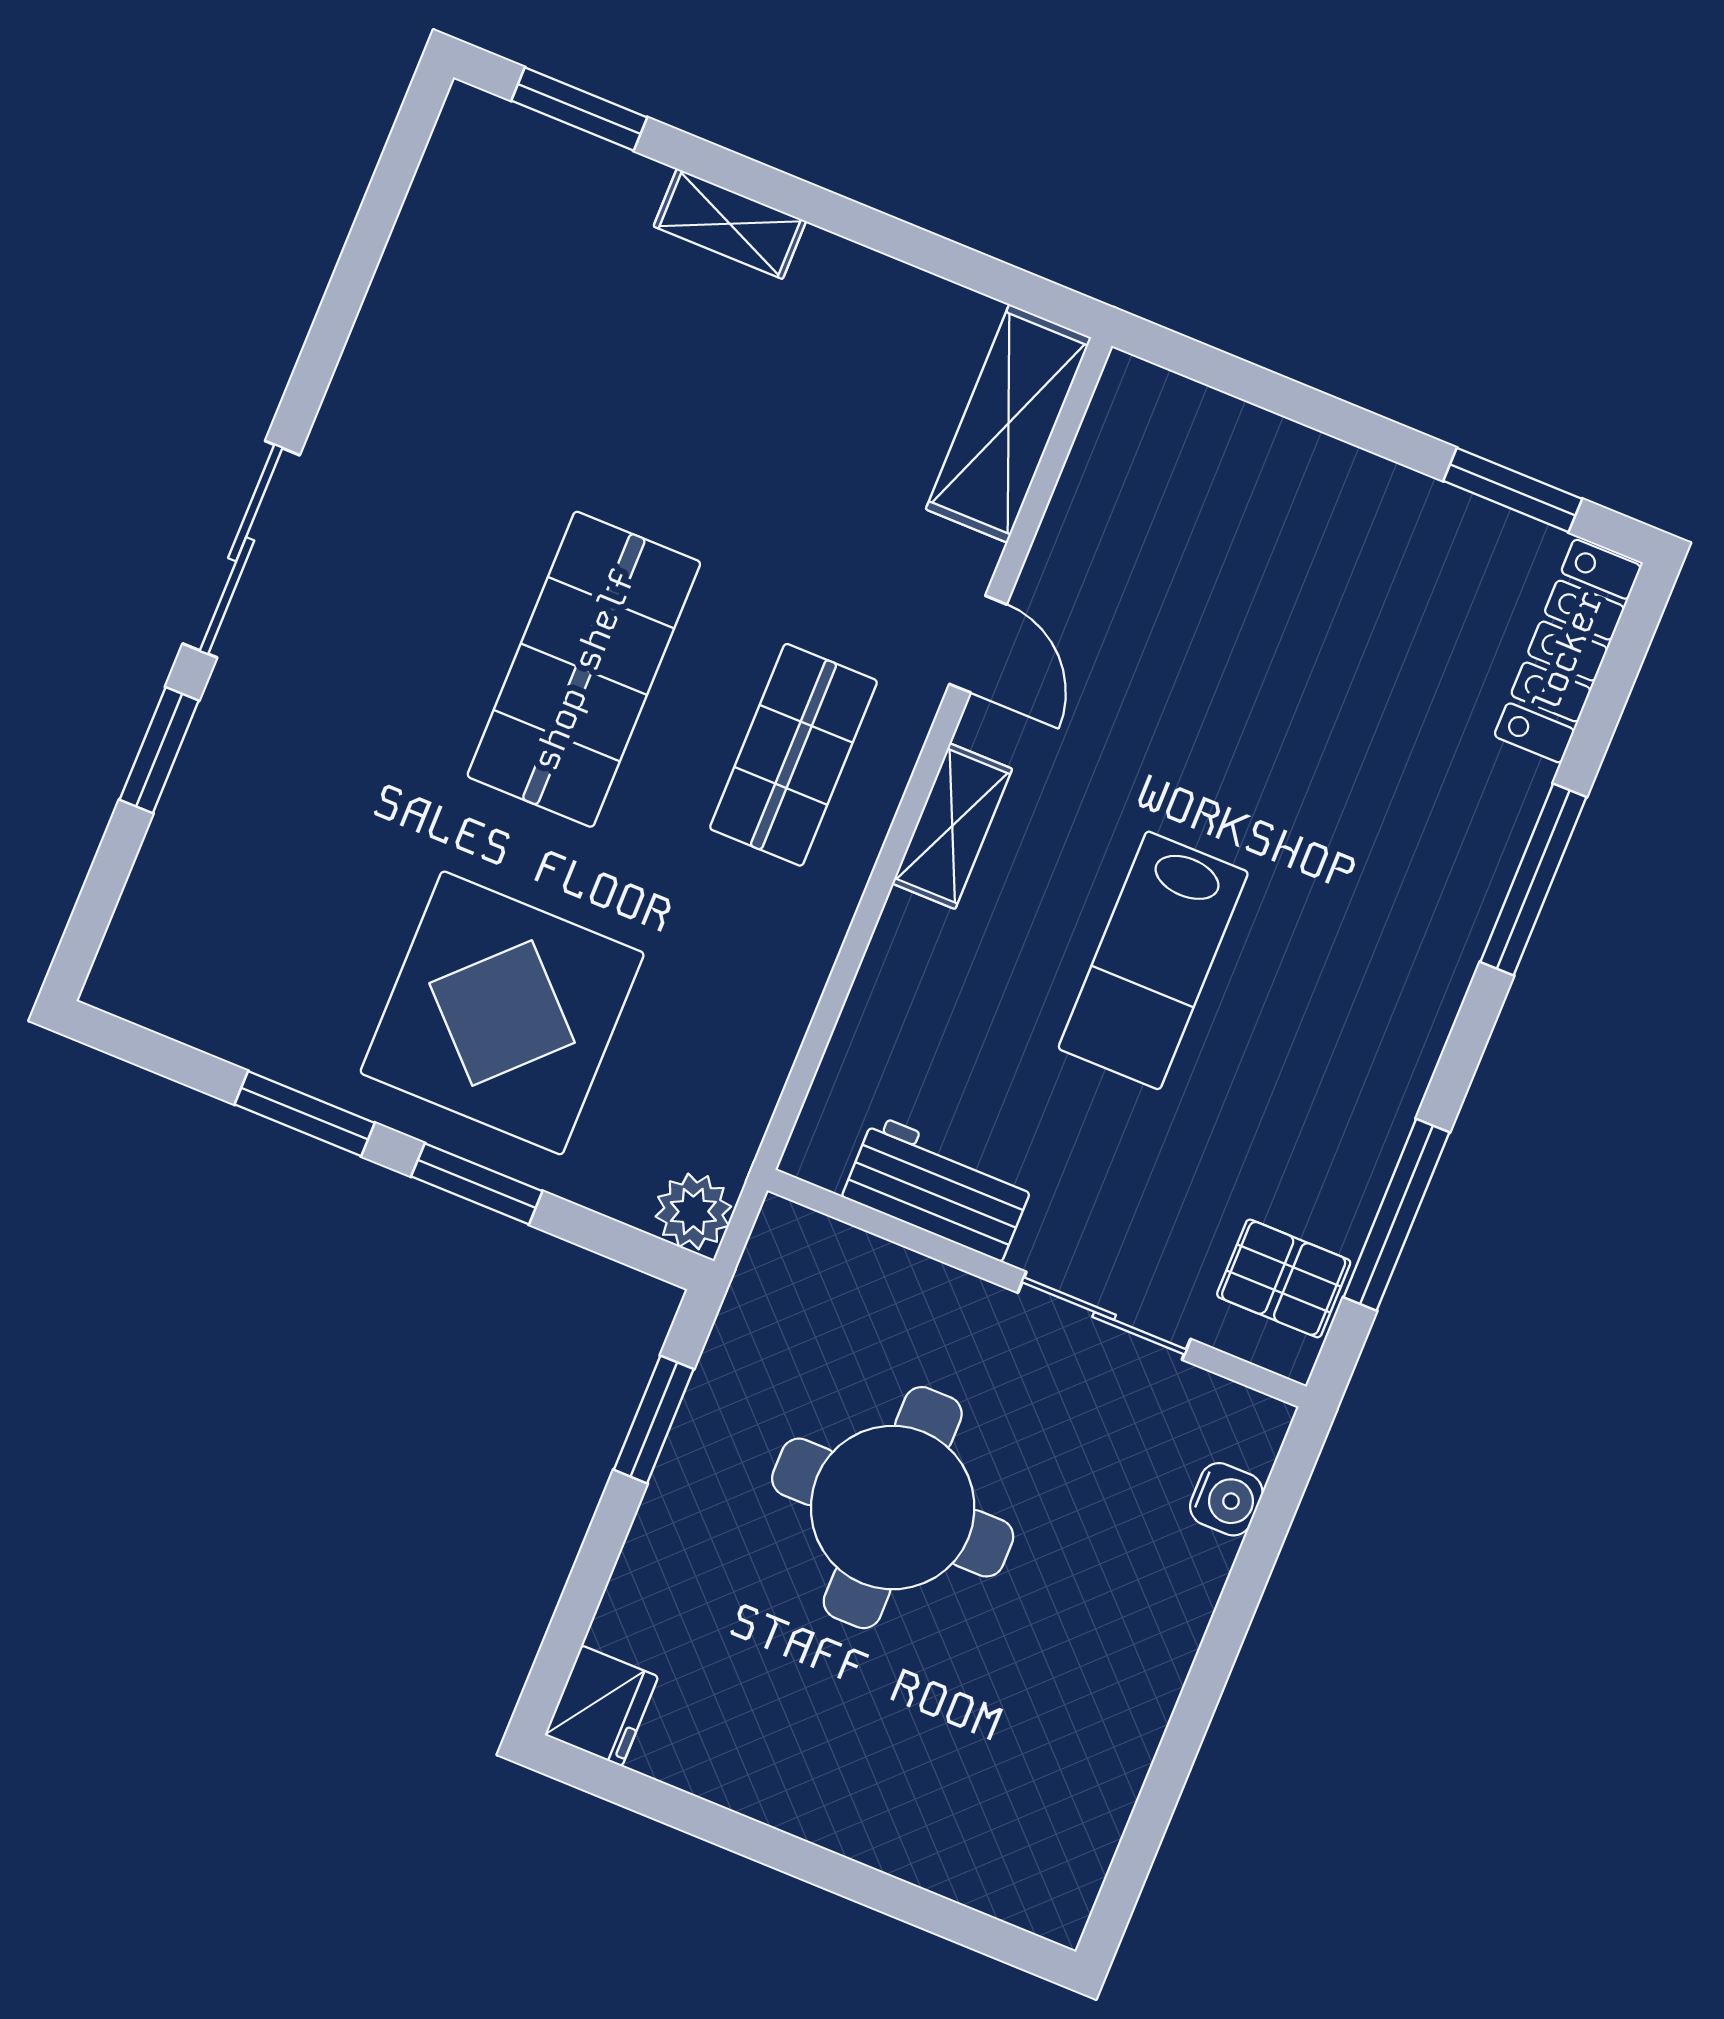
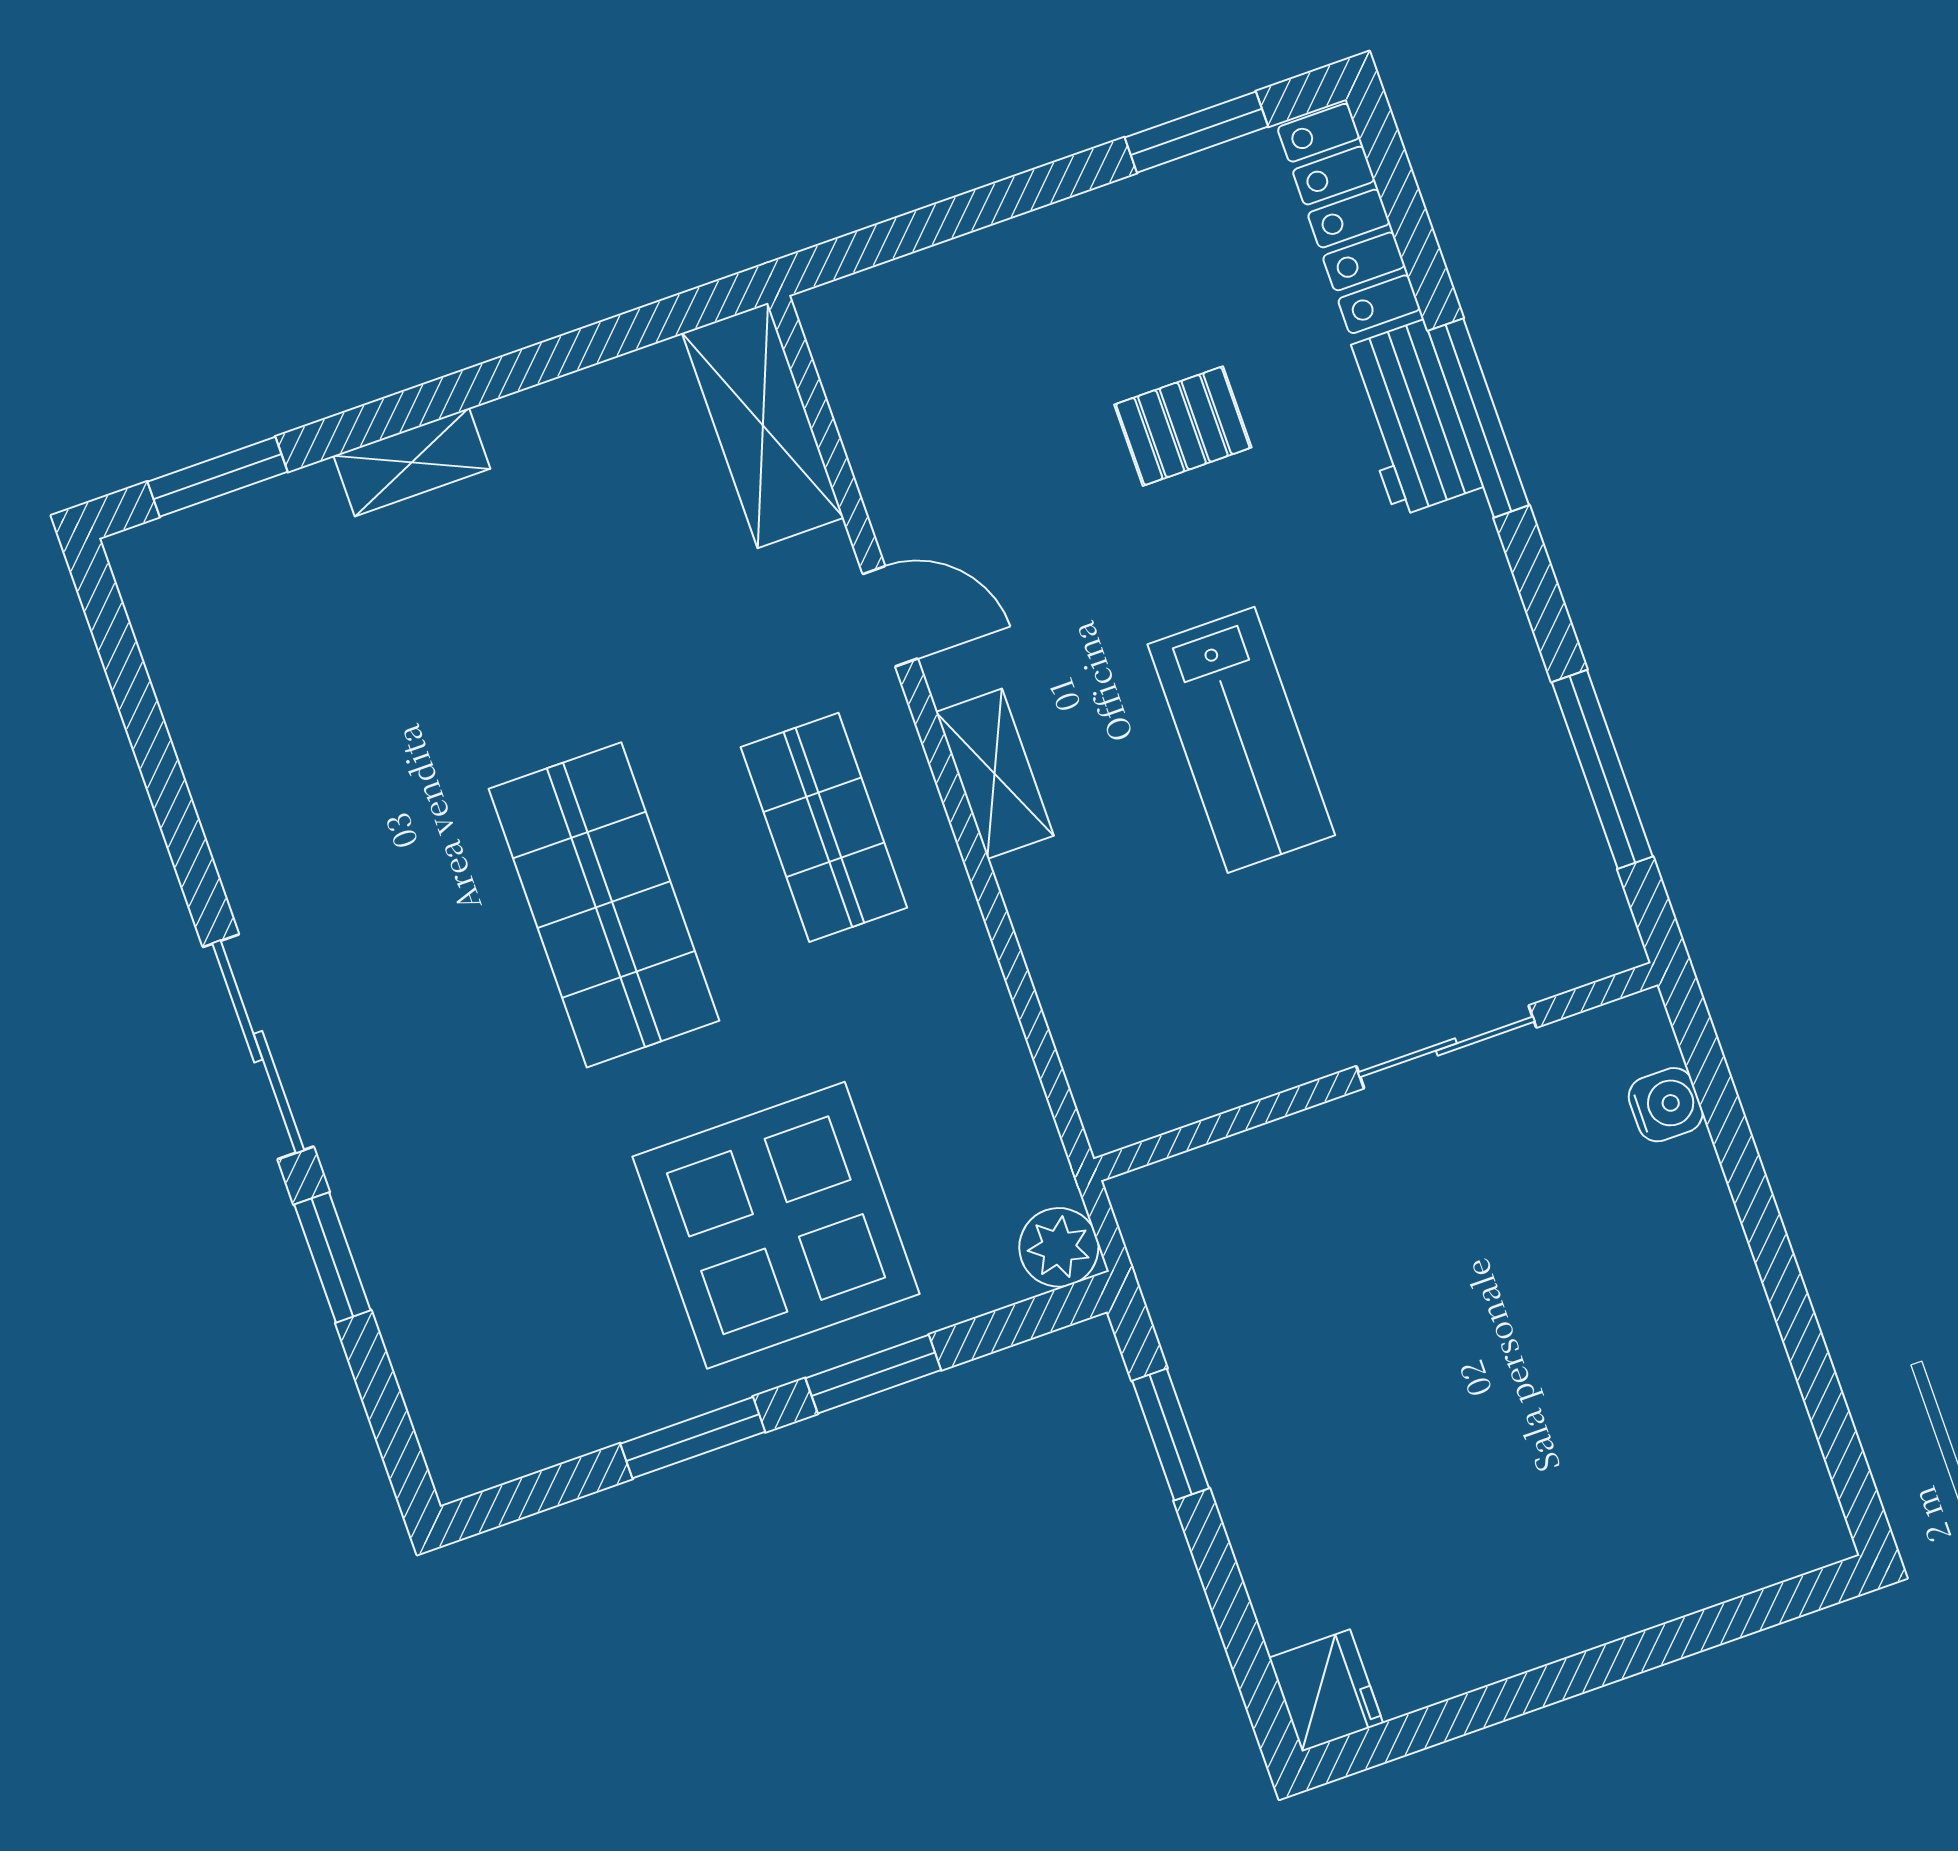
workbench: (938, 1188) -> (1410, 418), moved, turned -90
pallet: (1284, 1278) -> (1183, 426), moved
round table: (893, 1508) -> (1415, 1339), removed

